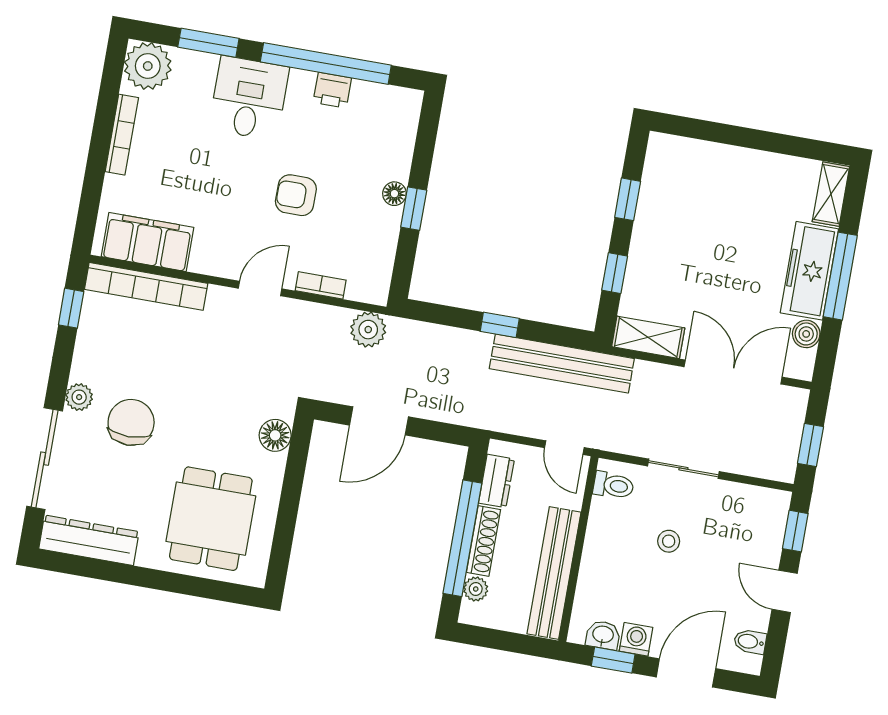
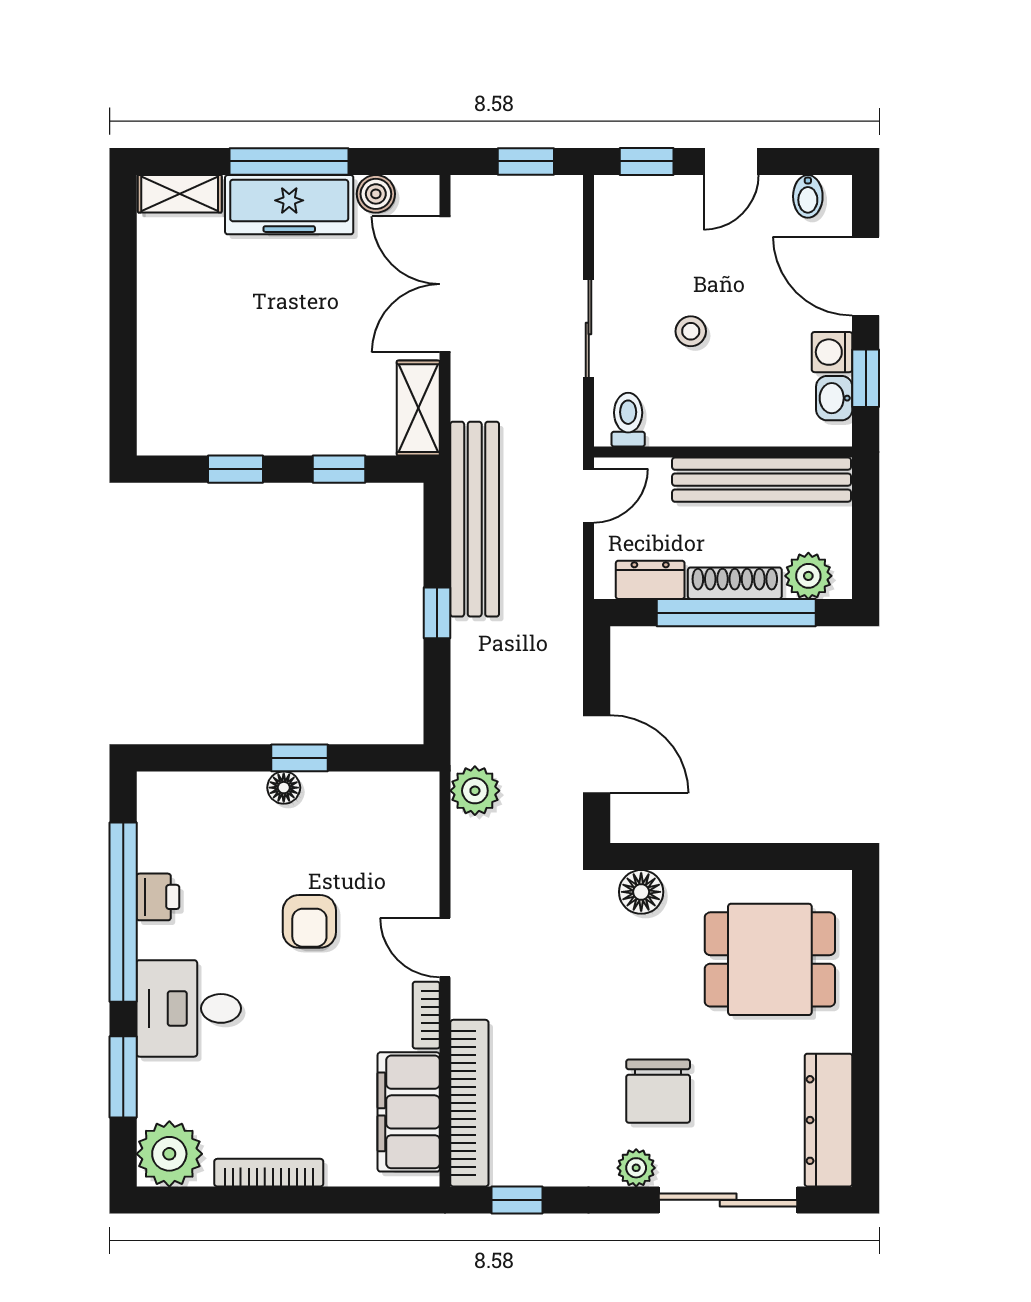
bookcase: (321, 285) -> (426, 1015), moved
chair: (131, 422) -> (658, 1091), turned -90
plant: (476, 589) -> (808, 576), width x1.38, depth x1.38

